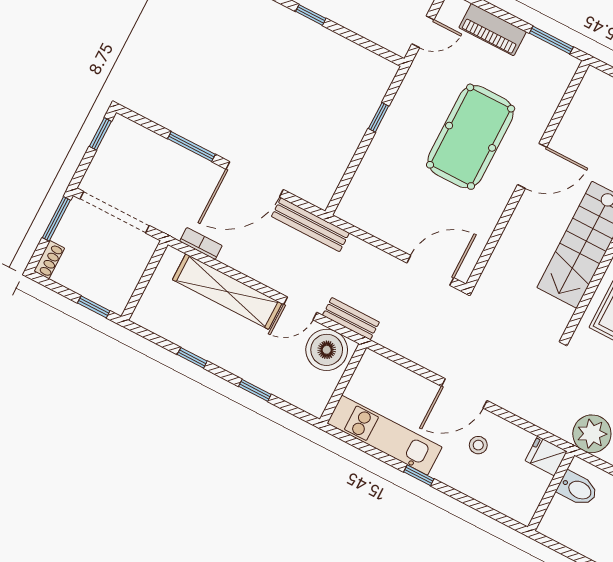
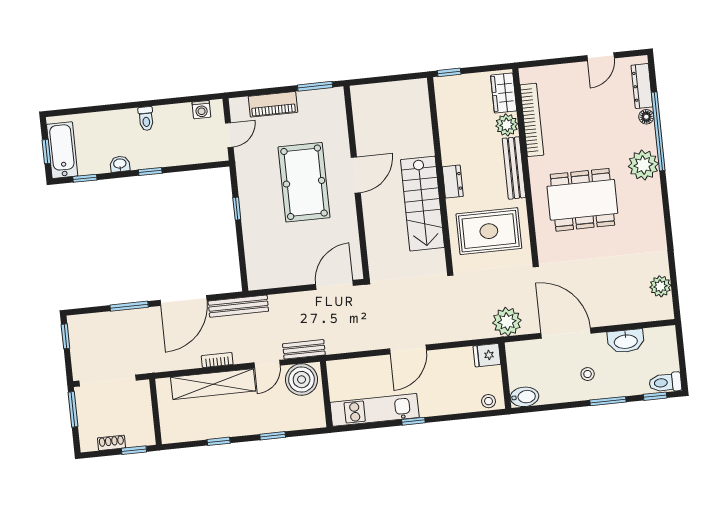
bookcase: (201, 244) -> (217, 360), moved
shoe rack: (49, 260) -> (111, 443), moved, turned -90
stool: (478, 445) -> (489, 401), moved
bidet: (578, 489) -> (524, 397), moved

